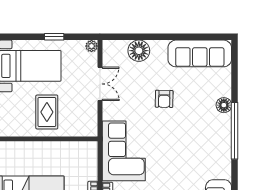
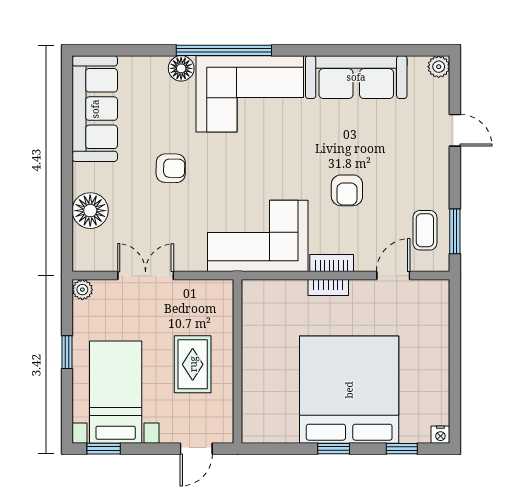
rug: (47, 112) -> (193, 364), turned 90
corner sofa: (209, 146) -> (250, 94), added

